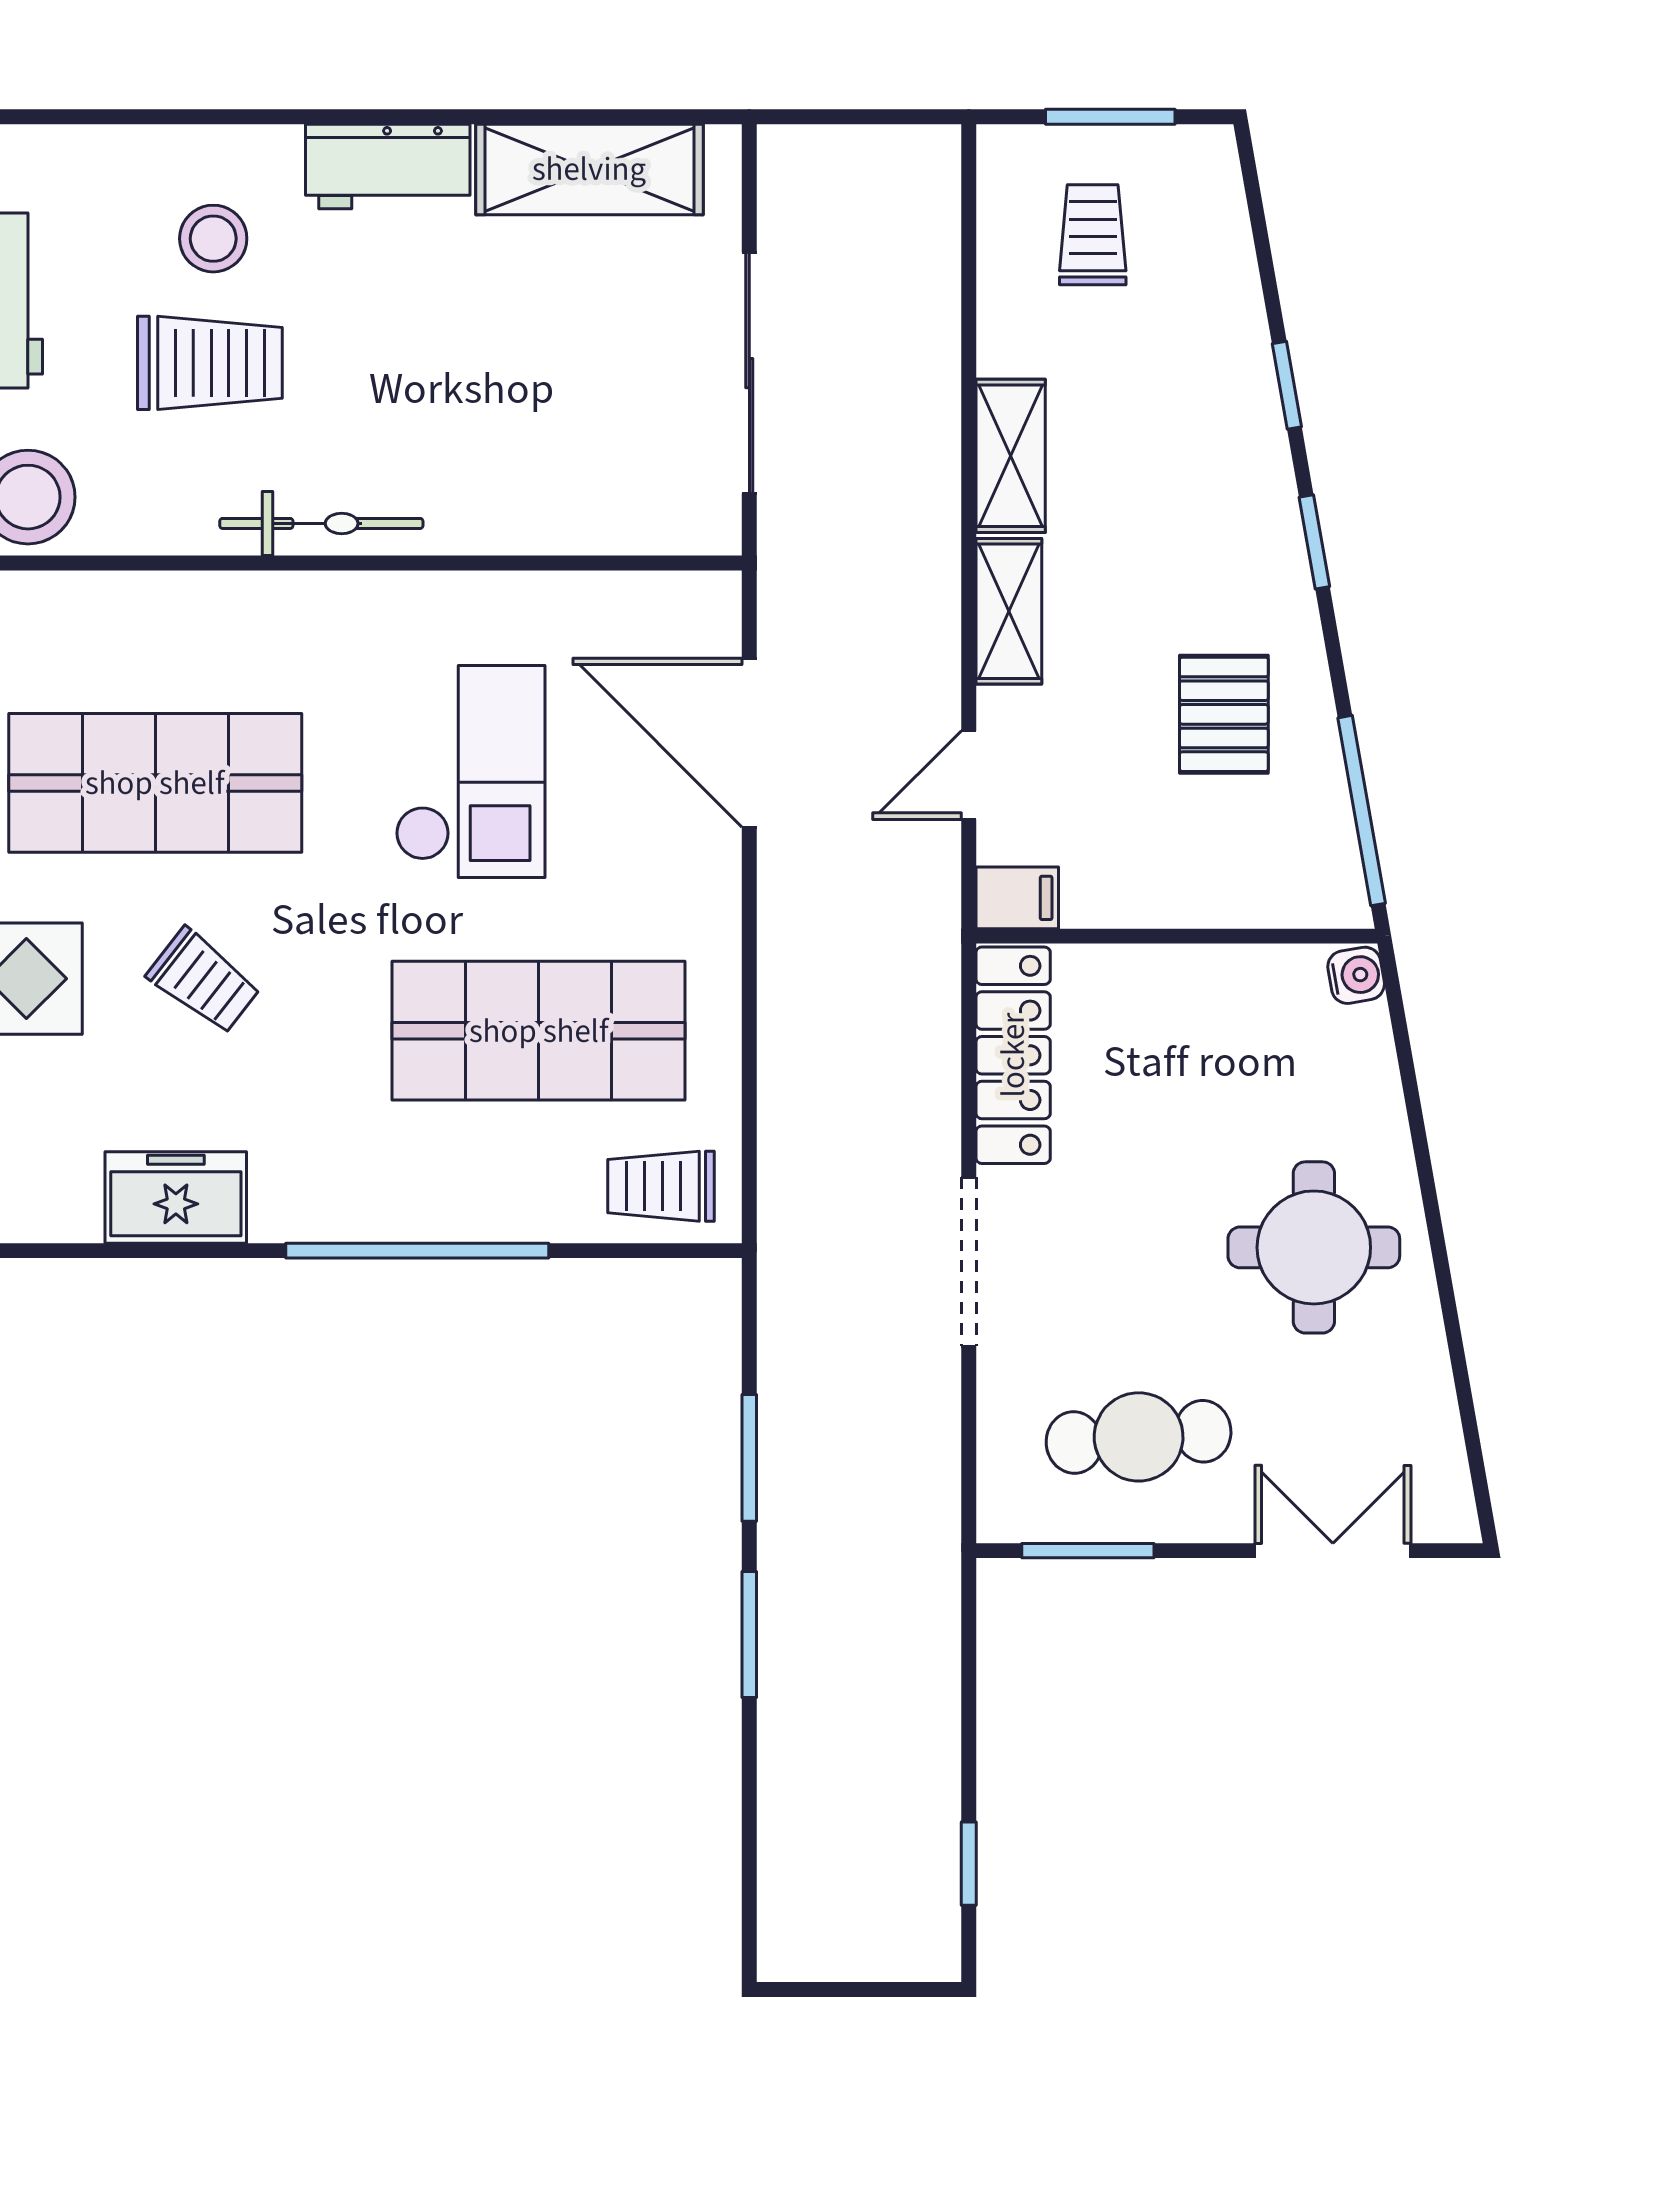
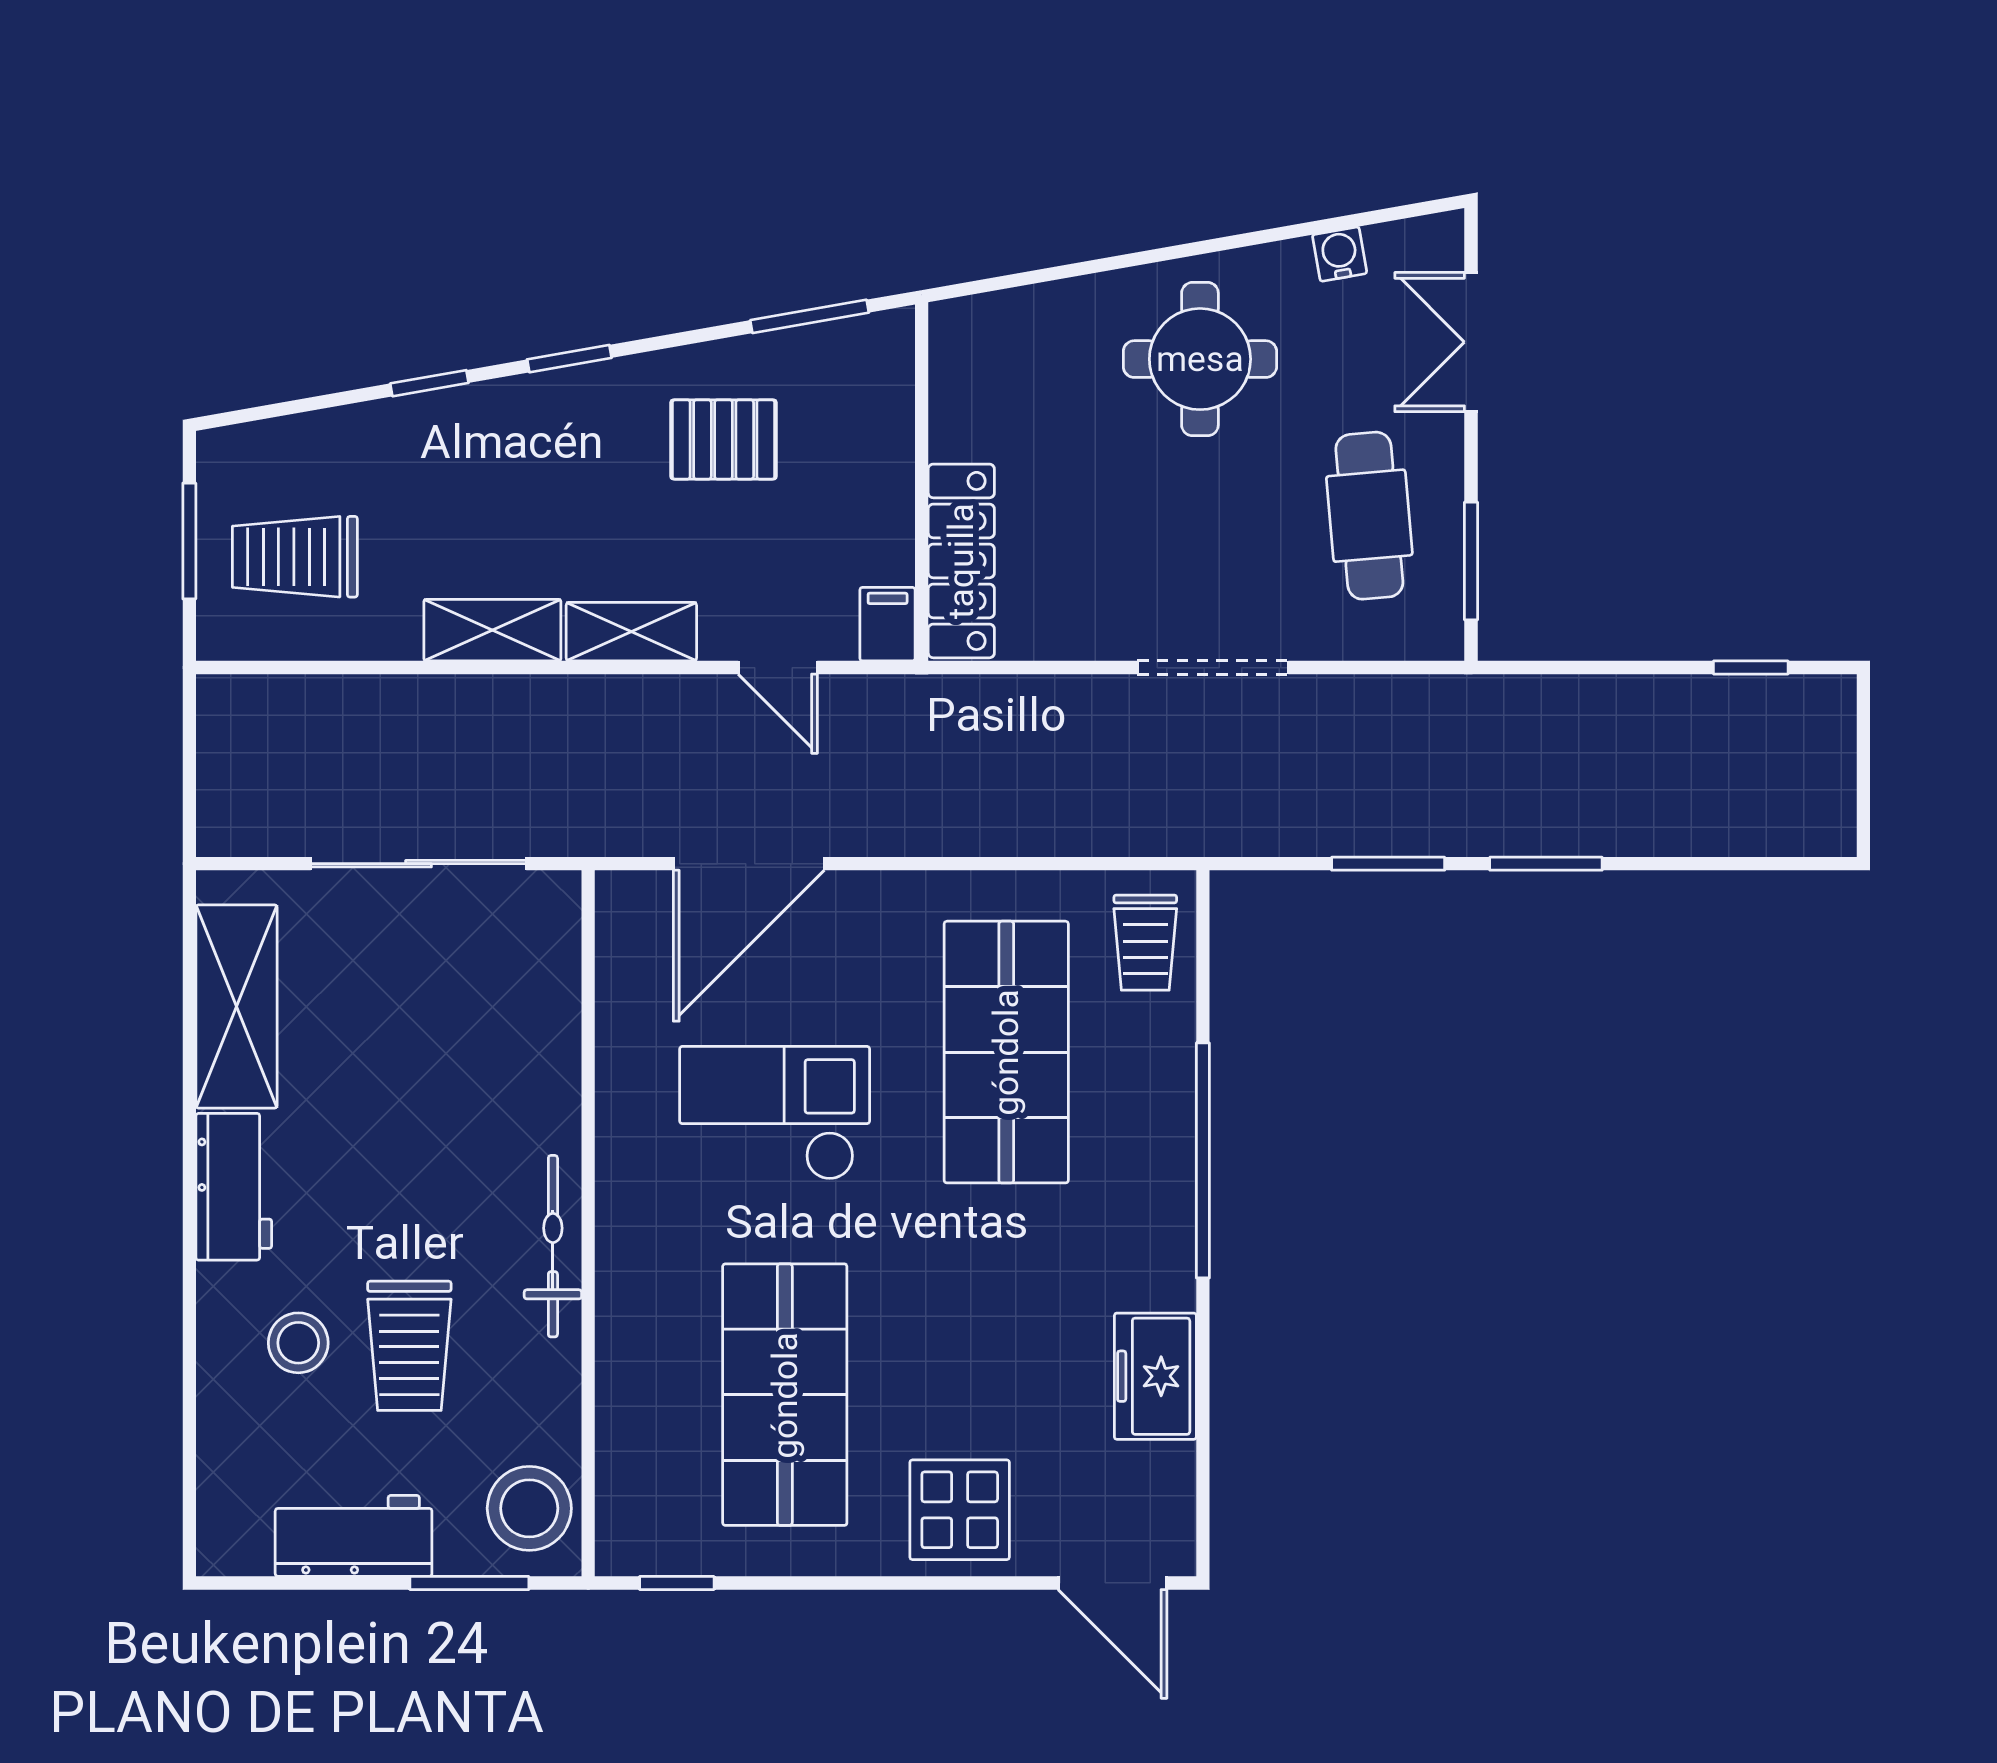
trolley: (1093, 235) -> (295, 557), width x1.36, depth x1.39
trolley: (210, 363) -> (409, 1346), turned 180
window: (1362, 811) -> (809, 316), width x0.69
water cooler: (1356, 975) -> (1340, 254), moved
trolley: (204, 981) -> (962, 1351), removed
locker: (1013, 1055) -> (961, 561), moved, turned 90

